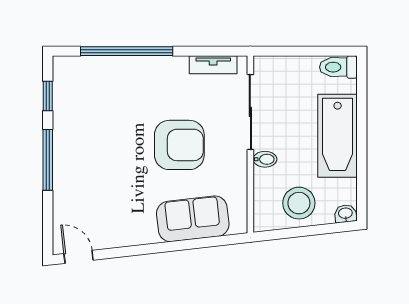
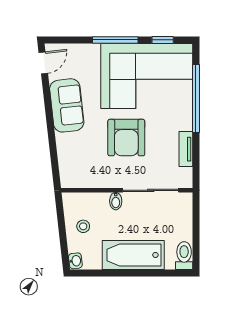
tv unit: (213, 65) -> (186, 149), moved
corner sofa: (96, 118) -> (147, 76), added
stool: (299, 203) -> (83, 226), width x0.53, depth x0.53
sofa: (193, 219) -> (67, 105), moved

